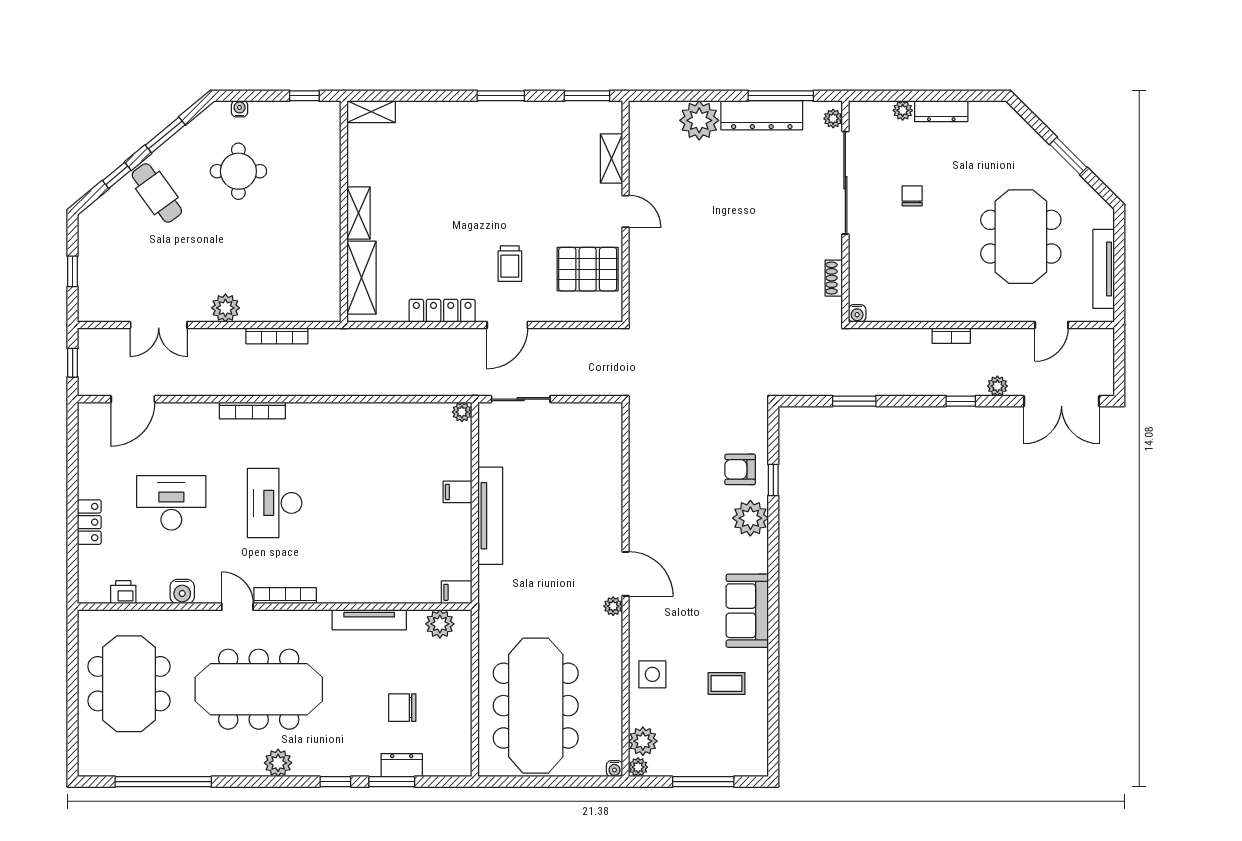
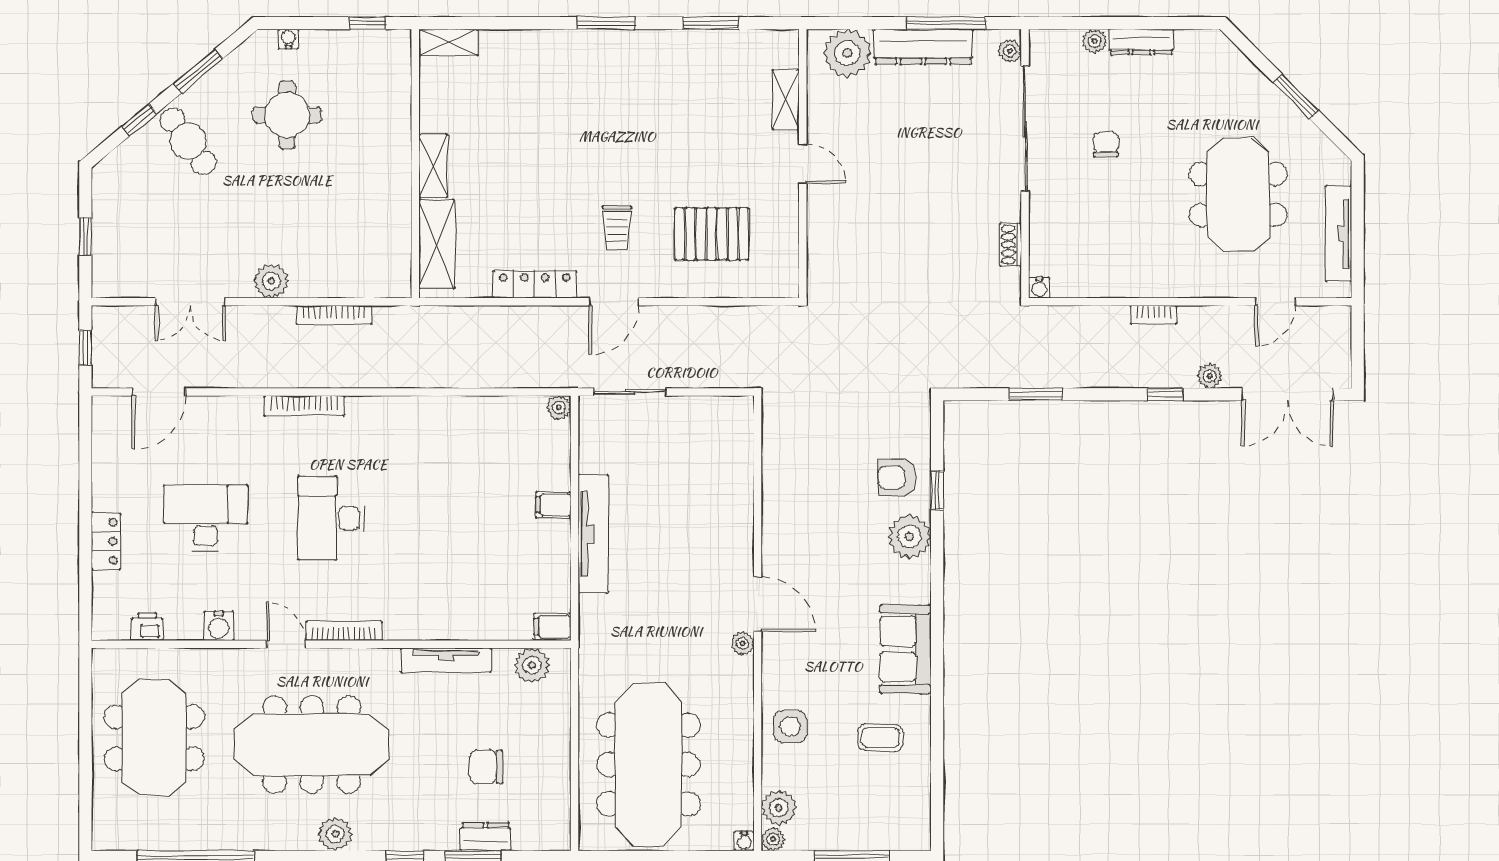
shelving: (611, 159) -> (786, 99), moved
door: (626, 211) -> (803, 164), moved
wall: (626, 211) -> (803, 164), moved

